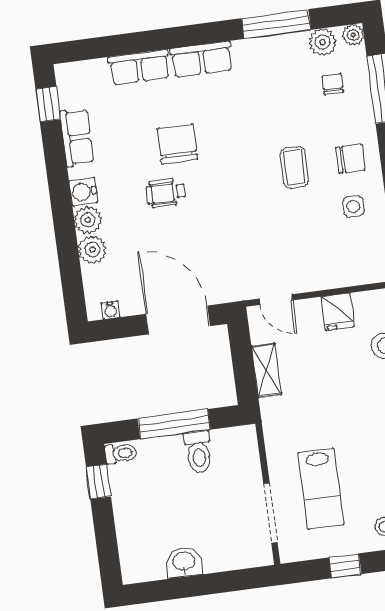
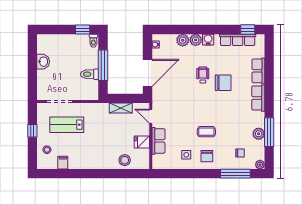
plant: (323, 42) -> (259, 134), moved
row of seats: (77, 137) -> (238, 40), width x1.48
row of seats: (330, 274) -> (158, 141), added
door: (276, 300) -> (151, 116), hinge flipped

